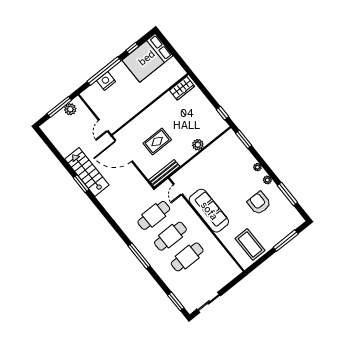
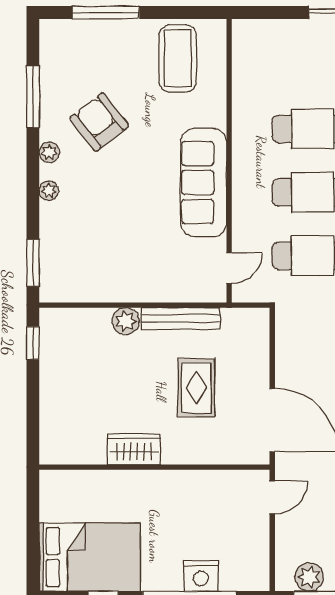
wardrobe: (182, 88) -> (134, 449), moved
rug: (157, 141) -> (196, 388), turned 90
bench: (164, 173) -> (180, 319), moved
armchair: (259, 203) -> (99, 122), turned 142

